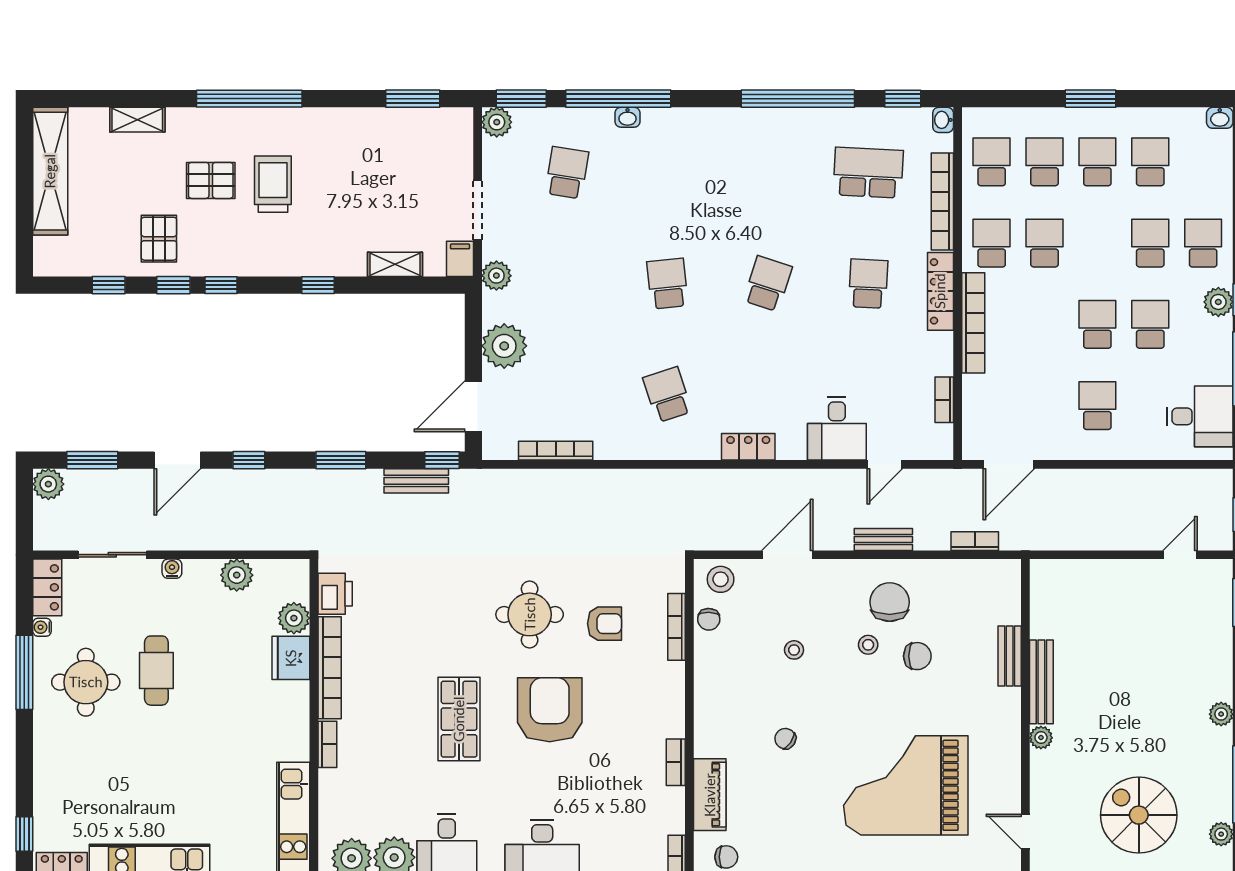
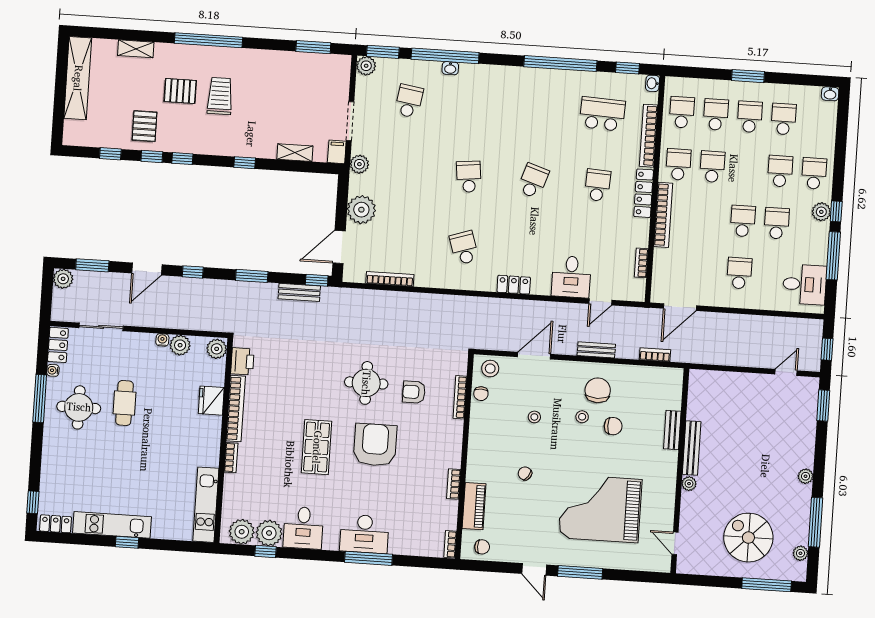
water cooler: (172, 569) -> (162, 340), moved
plant: (294, 618) -> (217, 349), moved
armchair: (605, 624) -> (414, 392), turned 180

